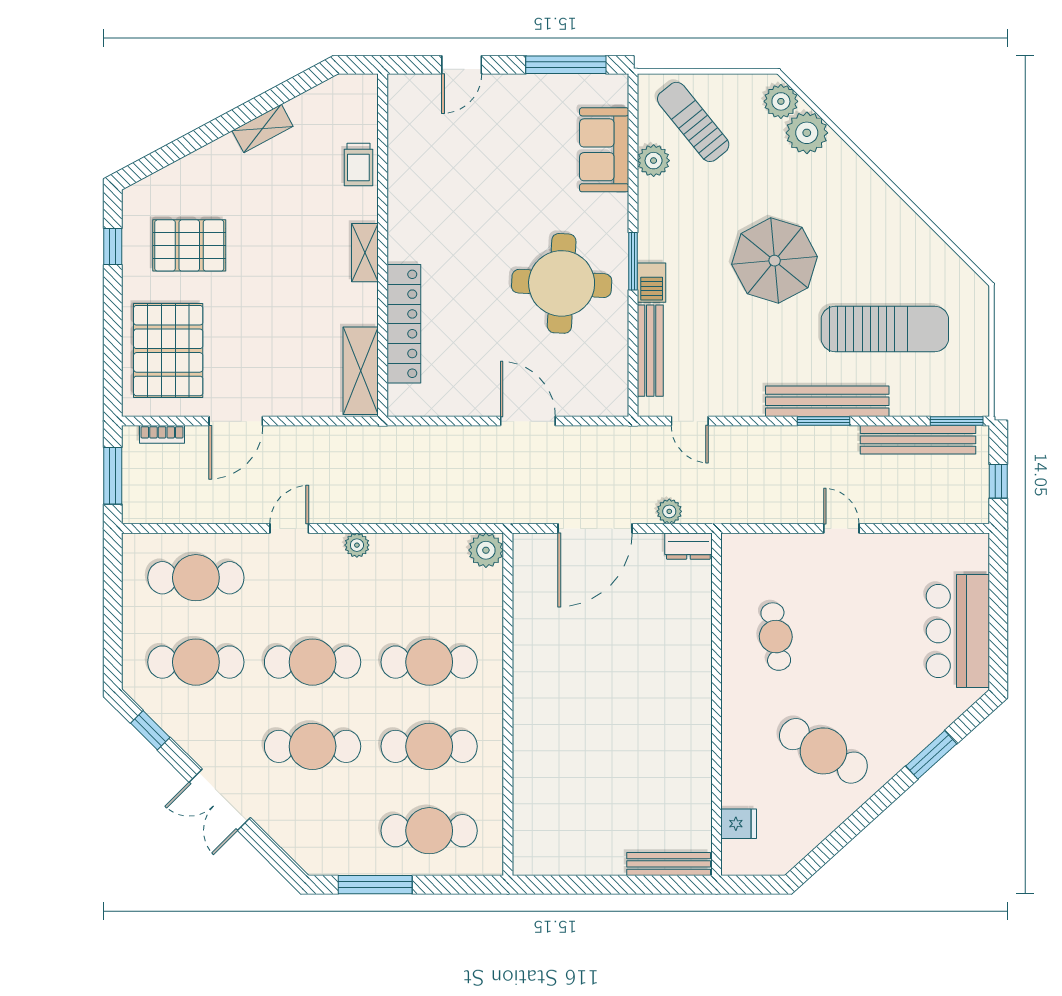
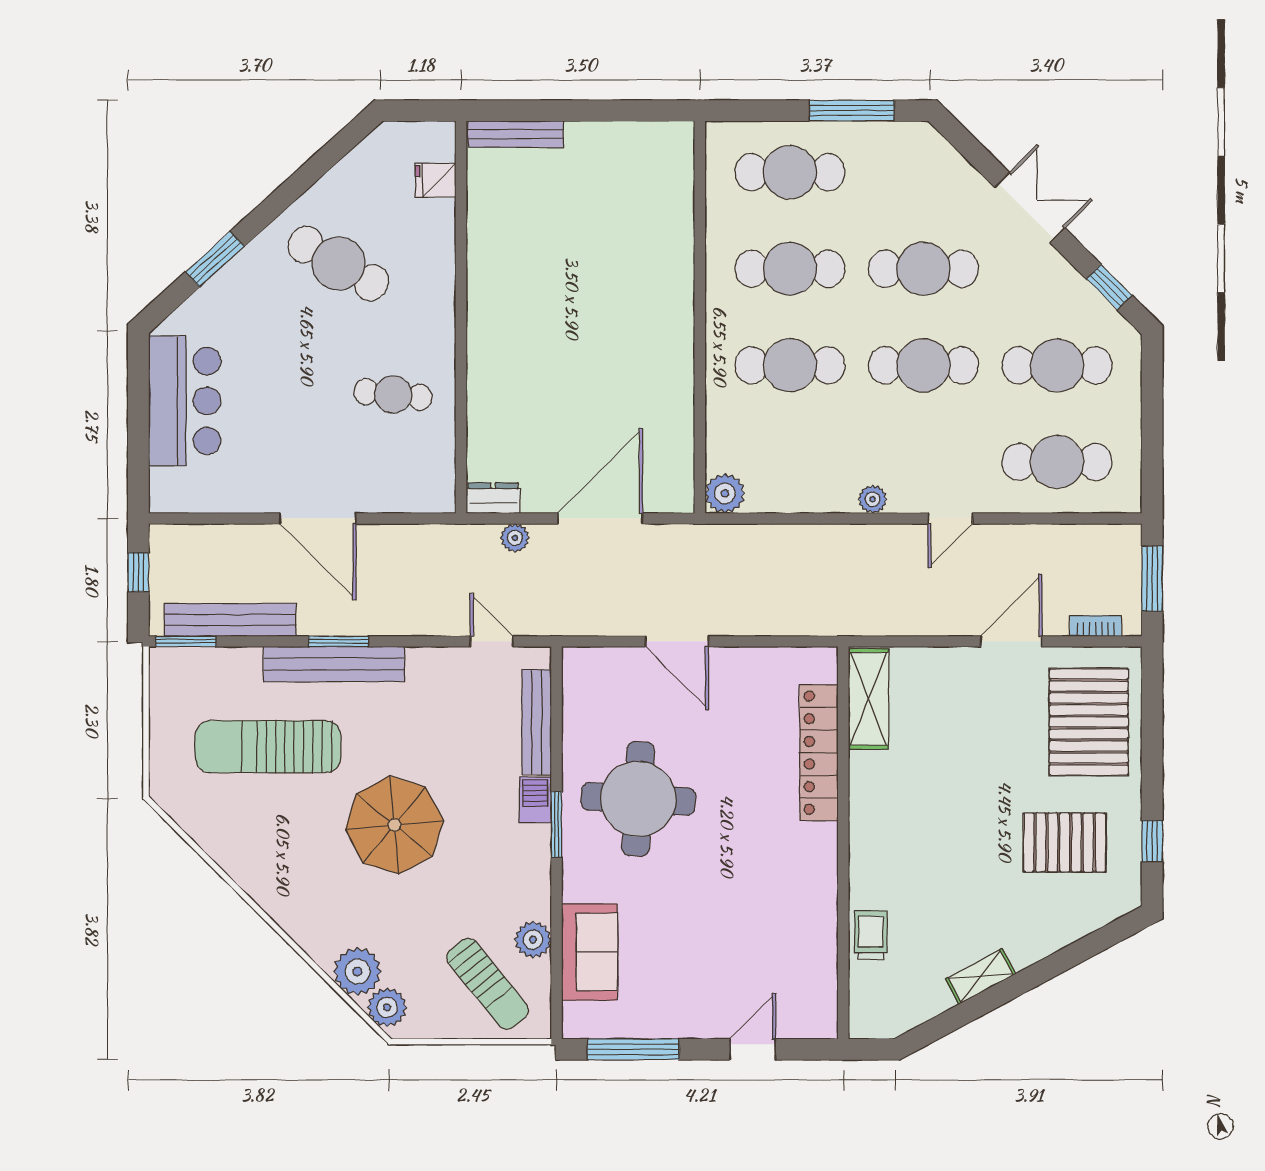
shelving: (365, 253) -> (863, 834), removed
door: (841, 528) -> (318, 518), width x1.88
cafe table: (776, 637) -> (393, 395), turned -76

